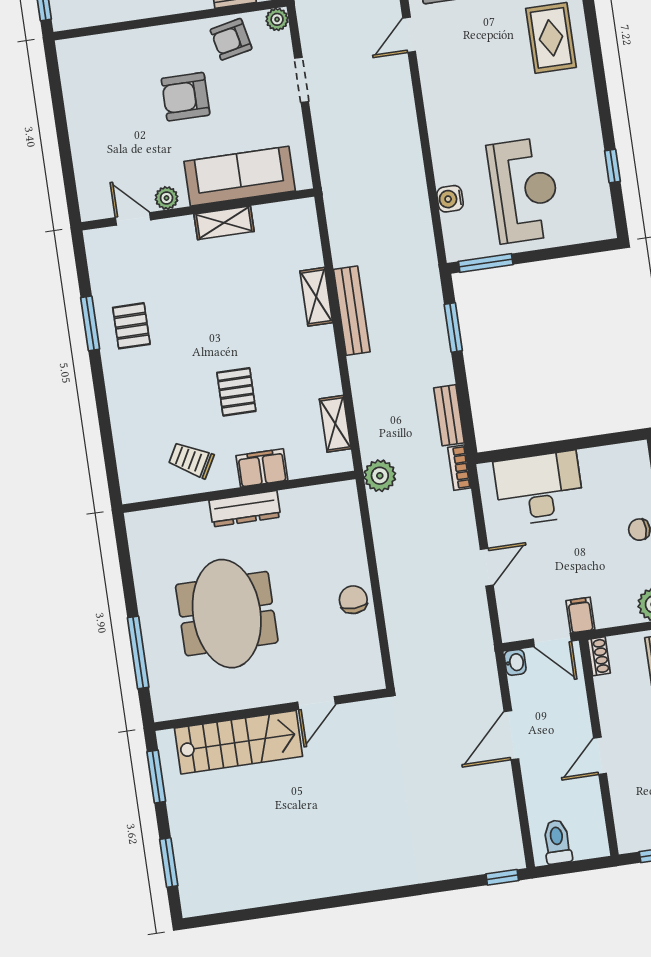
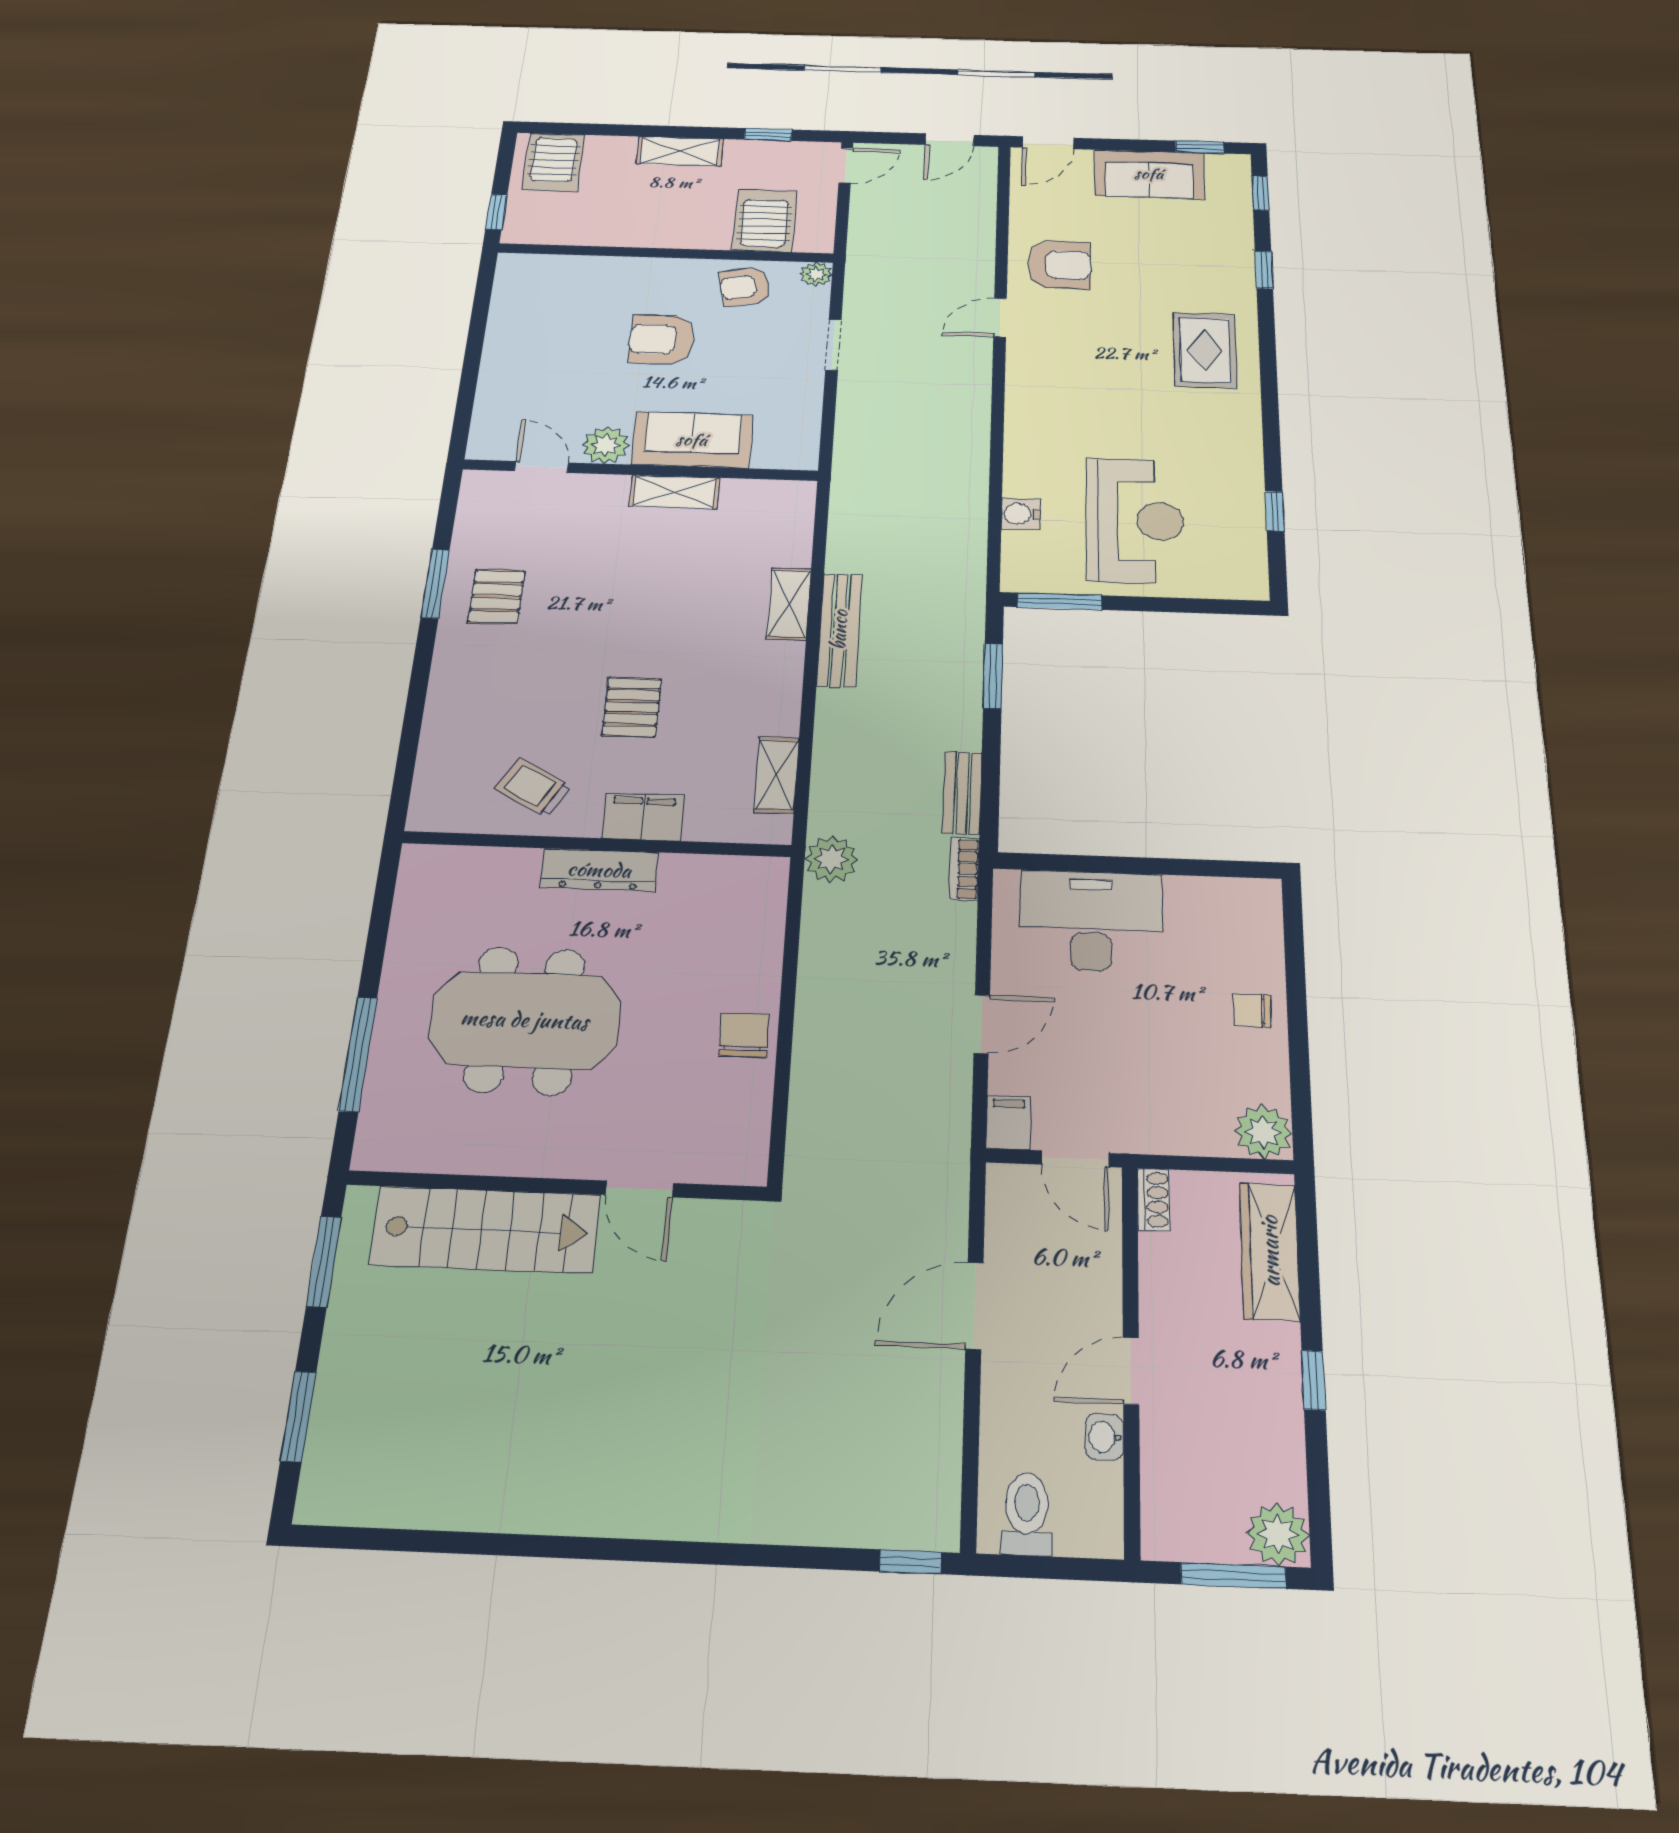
sofa: (240, 176) -> (692, 440), width x0.73
plant: (167, 198) -> (606, 445), width x1.38, depth x1.38
meeting table: (227, 614) -> (525, 1020), turned 90
filing cabinet: (580, 615) -> (1009, 1122), moved
washbasin: (515, 662) -> (1104, 1437), moved, turned 180
door: (317, 703) -> (640, 1189), hinge flipped

